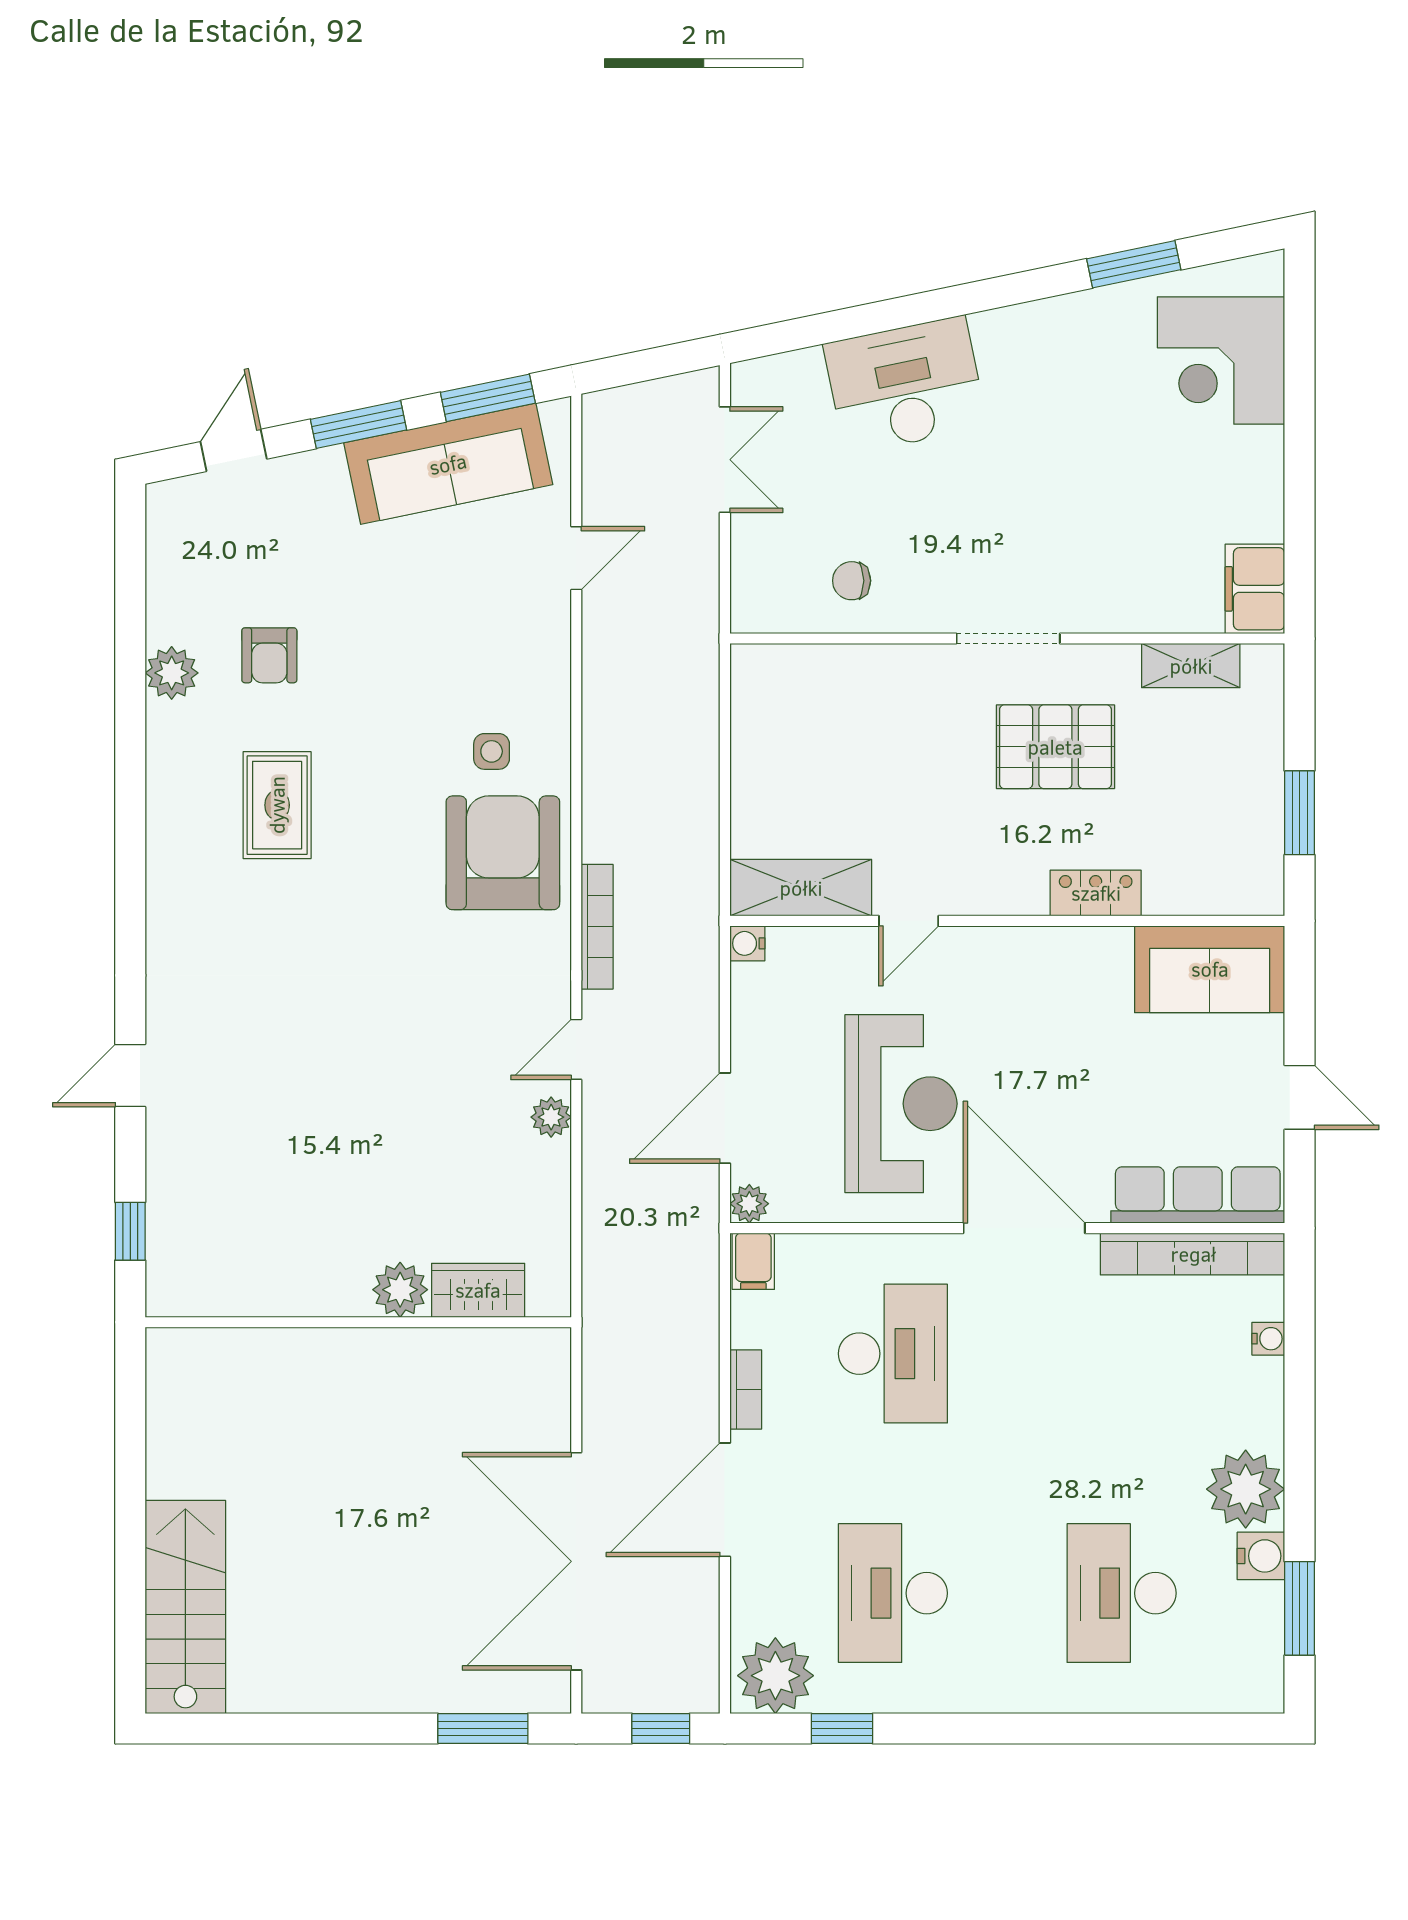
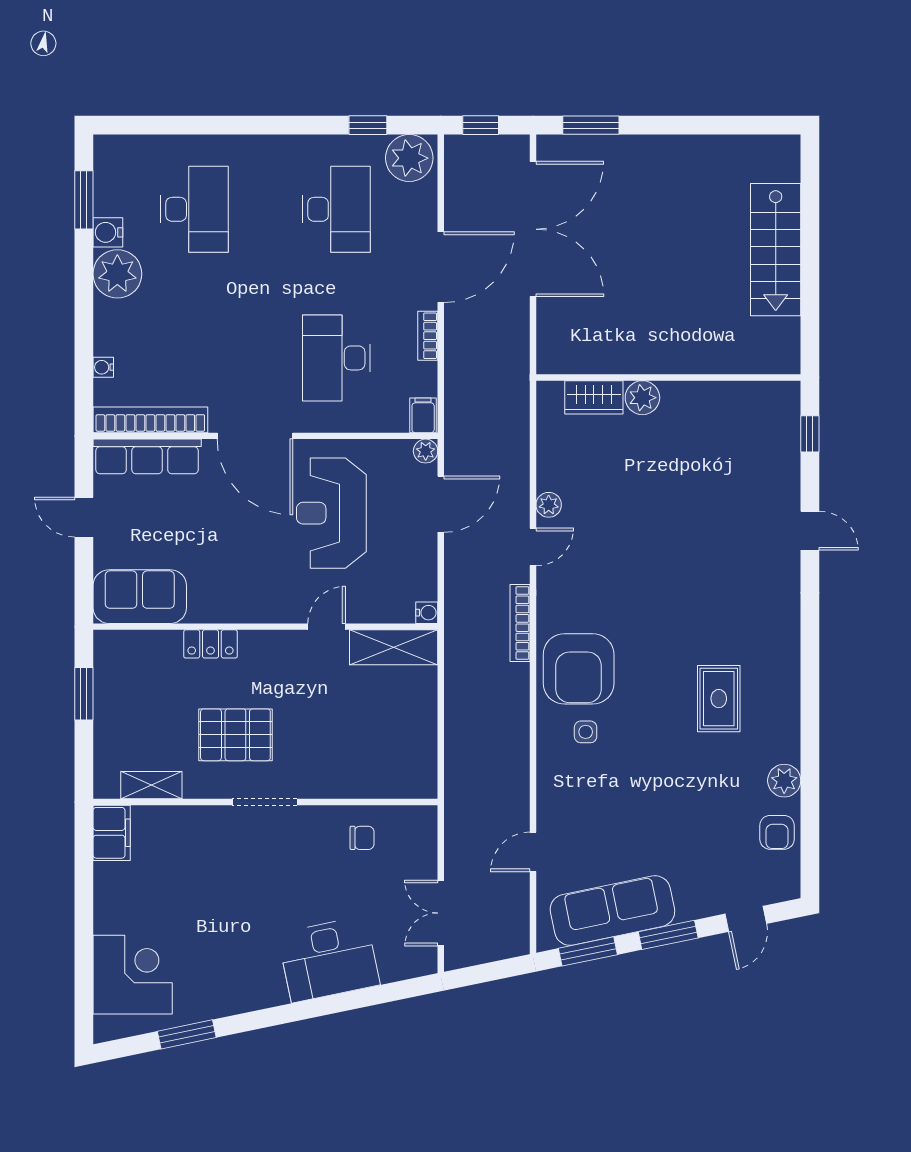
armchair: (269, 655) -> (777, 832), moved, turned 180
door: (130, 1076) -> (810, 531), hinge flipped
stairs: (185, 1607) -> (776, 250), moved

